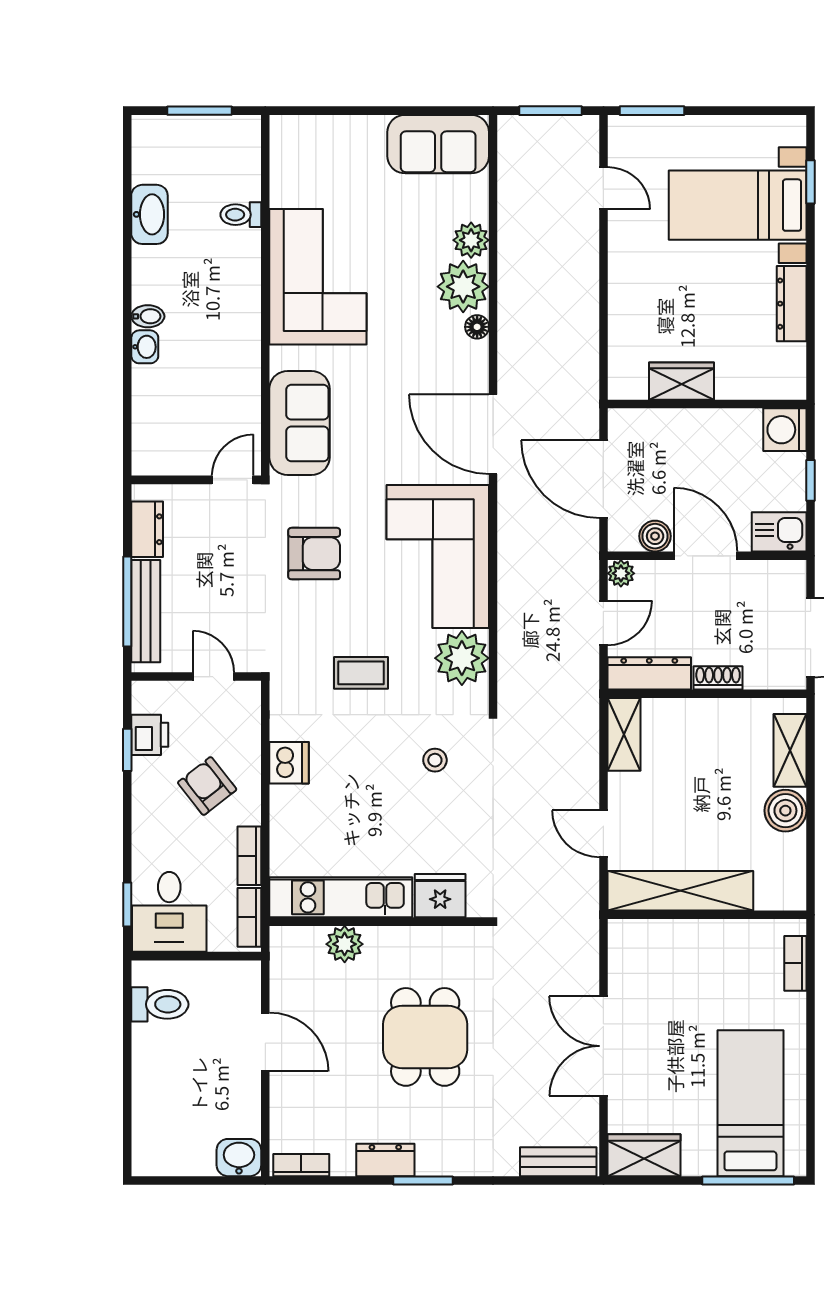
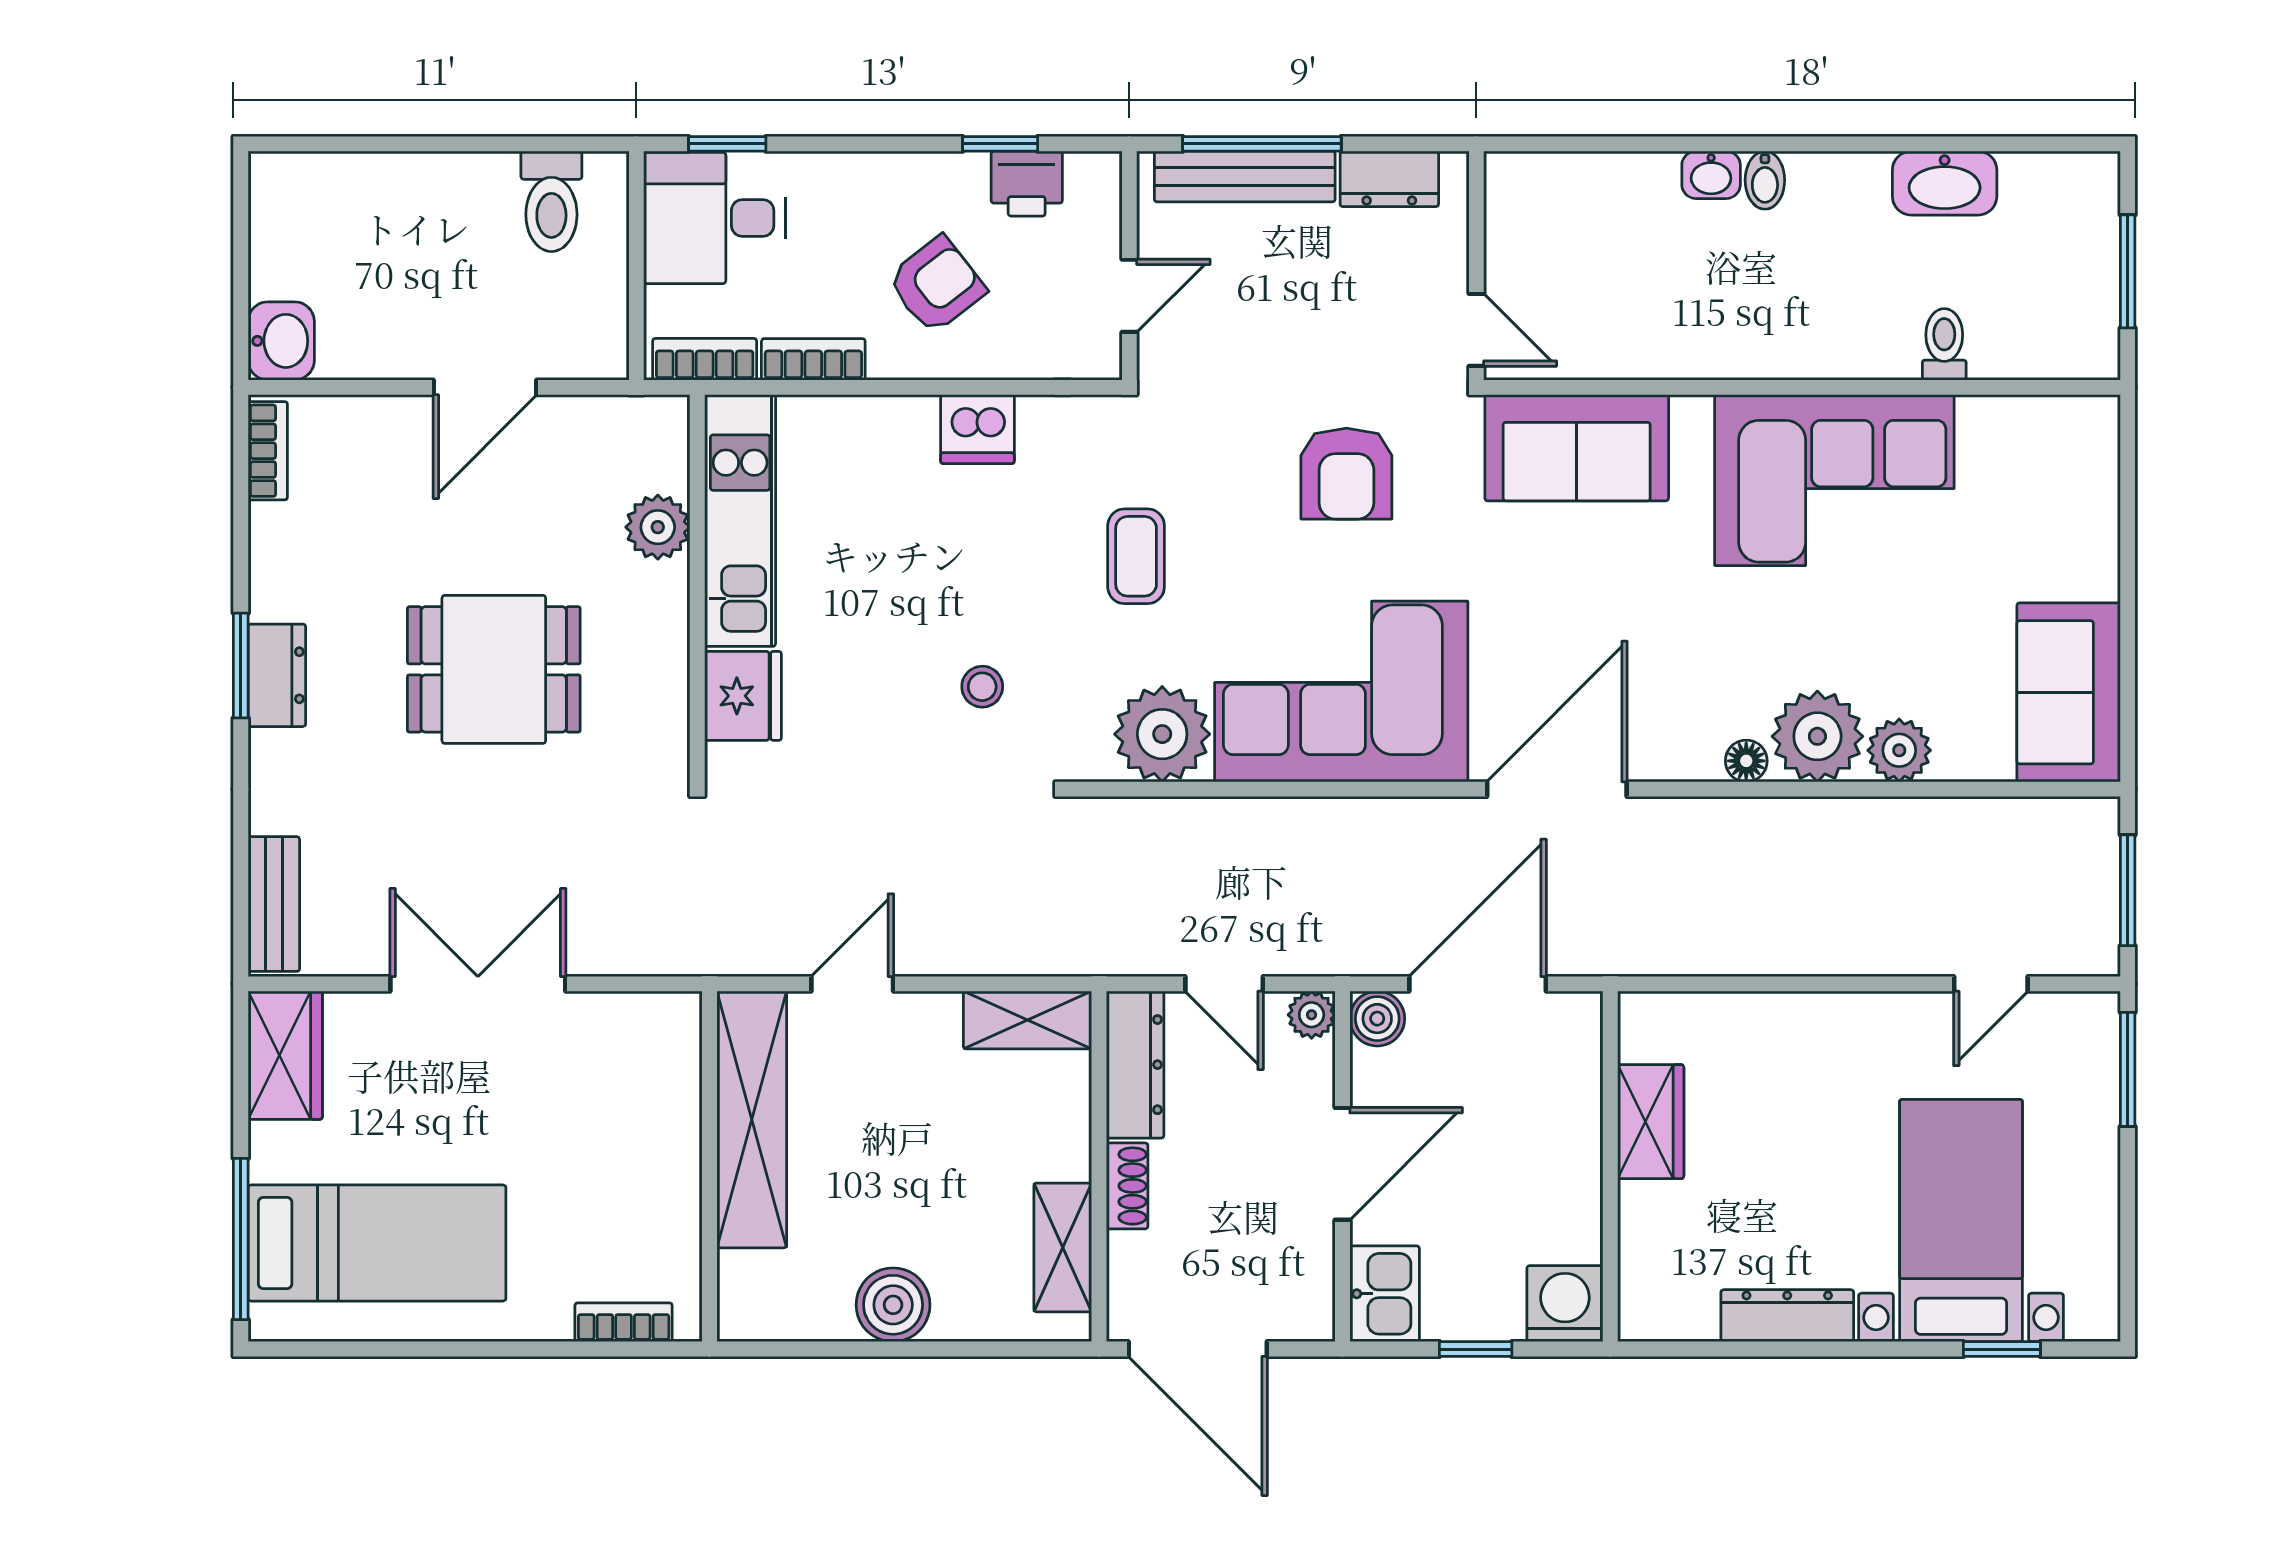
boiler: (655, 536) -> (1377, 1019), moved
shelving: (790, 750) -> (1063, 1247), moved, turned 90
dresser: (385, 1160) -> (277, 675), moved

